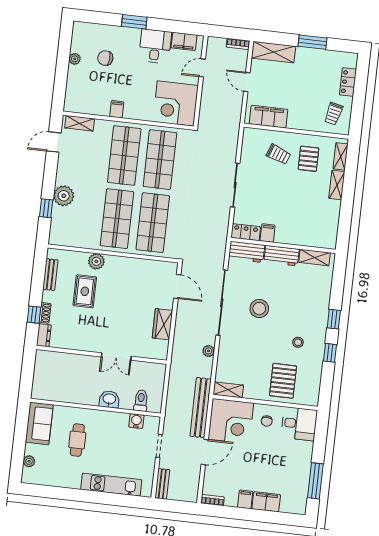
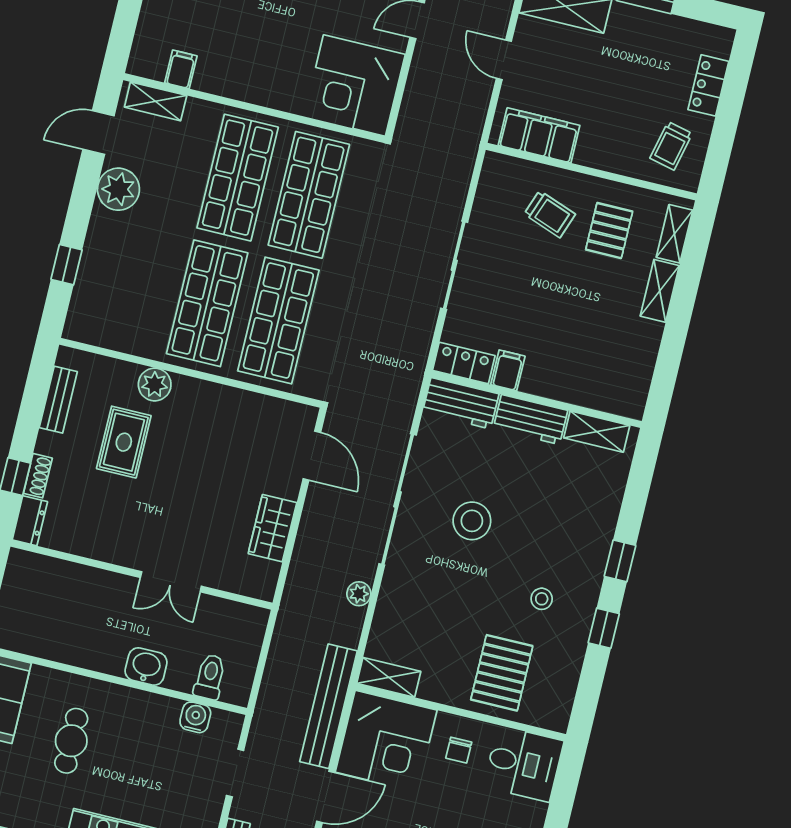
filing cabinet: (117, 109) -> (181, 69), moved
plant: (64, 196) -> (118, 189), moved

